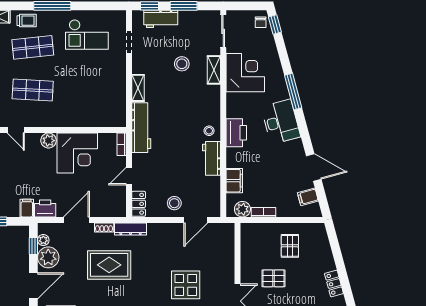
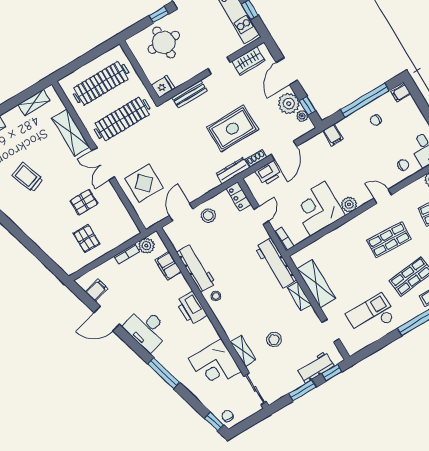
shelving: (117, 90) -> (316, 284), added
desk: (281, 122) -> (146, 329), moved
workbench: (212, 158) -> (196, 268), width x1.38
printer: (45, 208) -> (269, 173), moved
locker: (334, 283) -> (29, 229), removed
display table: (186, 285) -> (144, 183), moved

